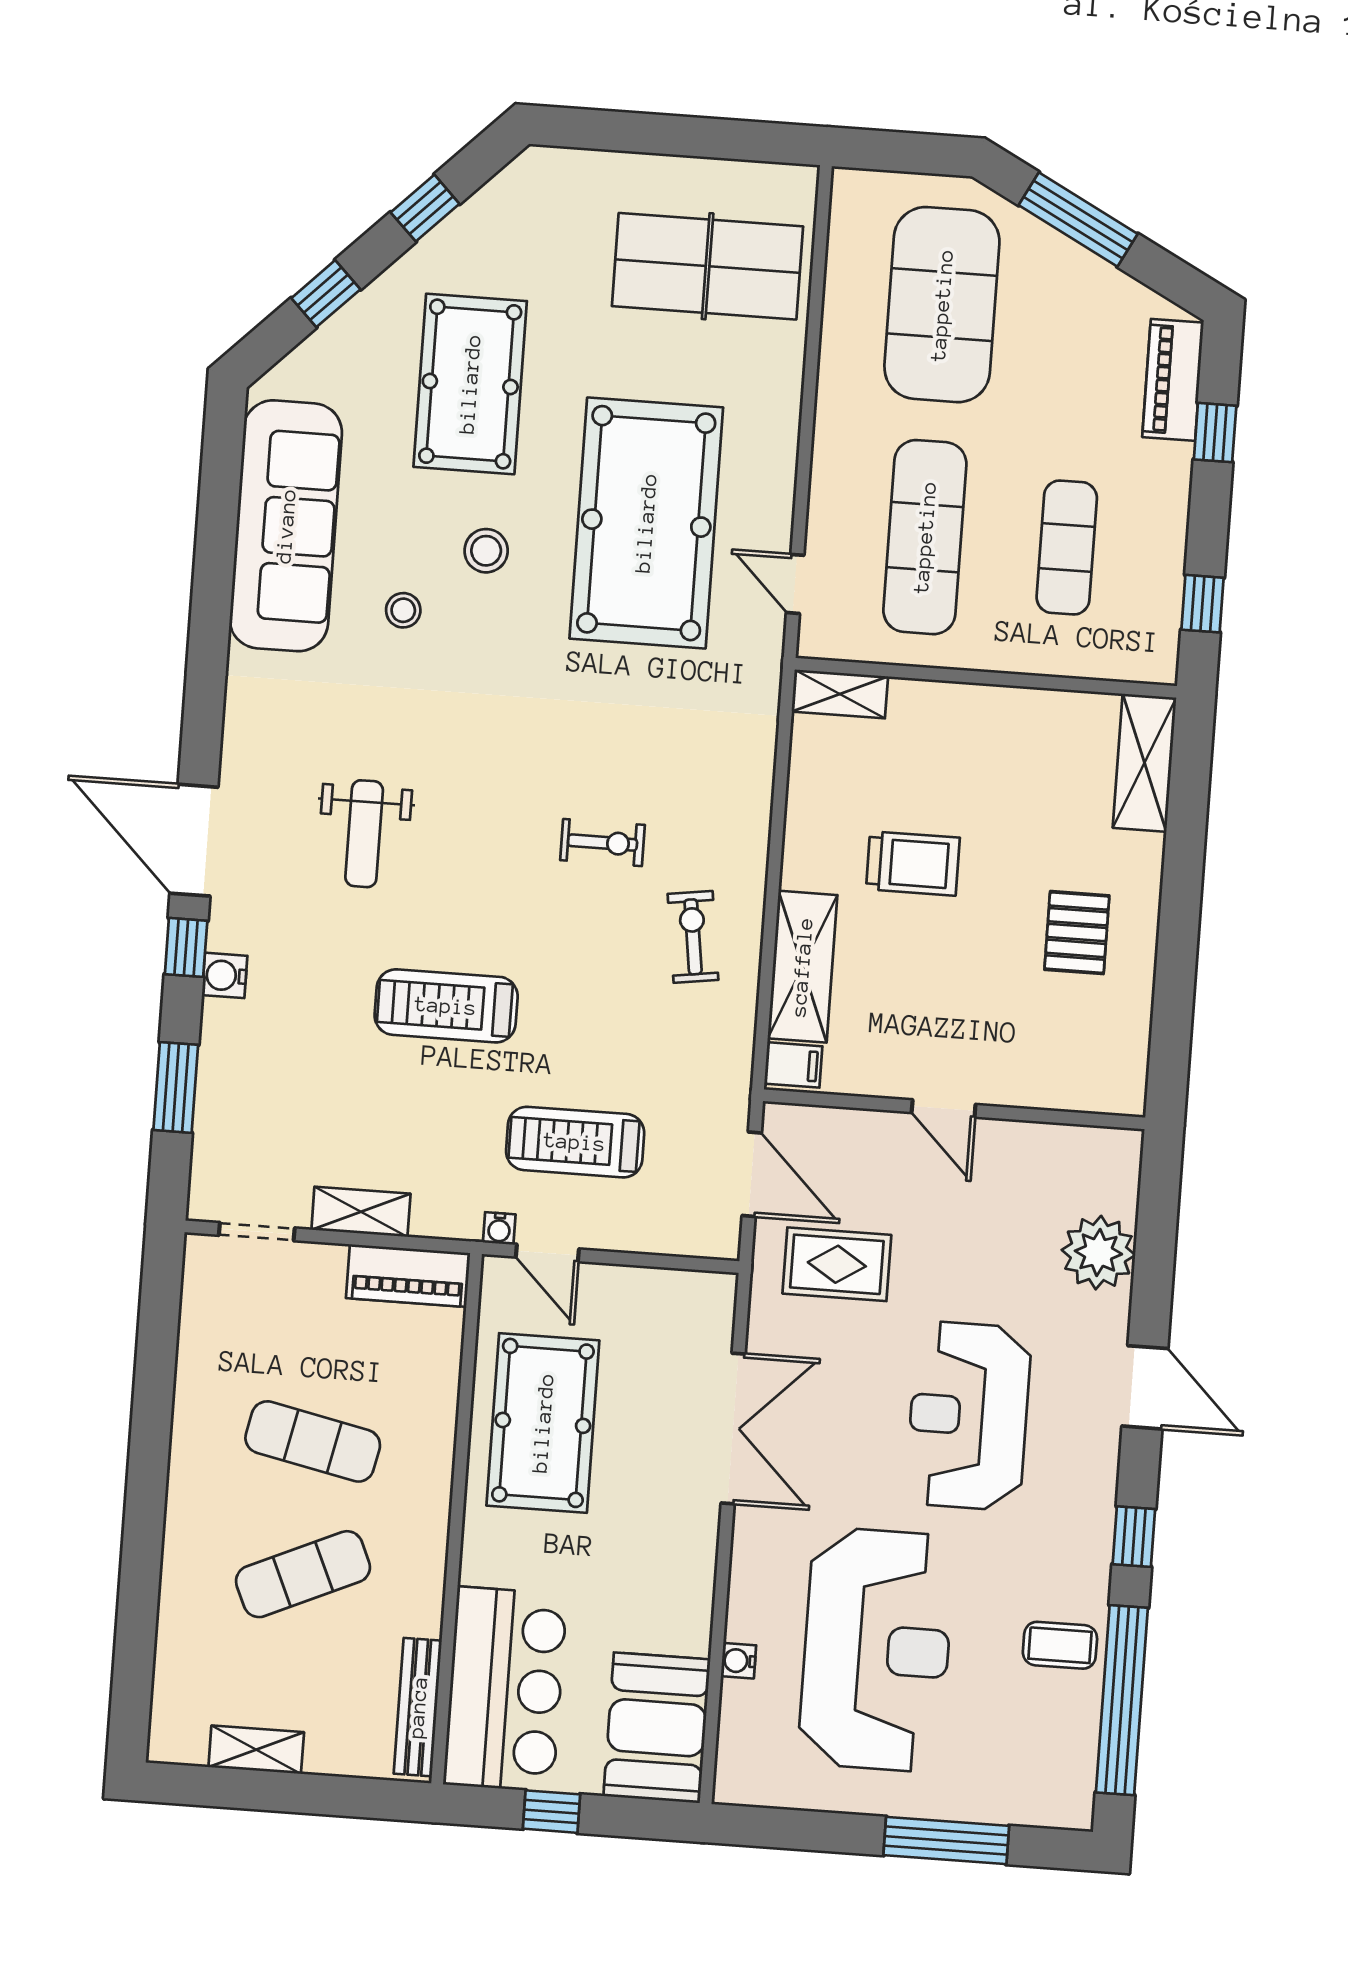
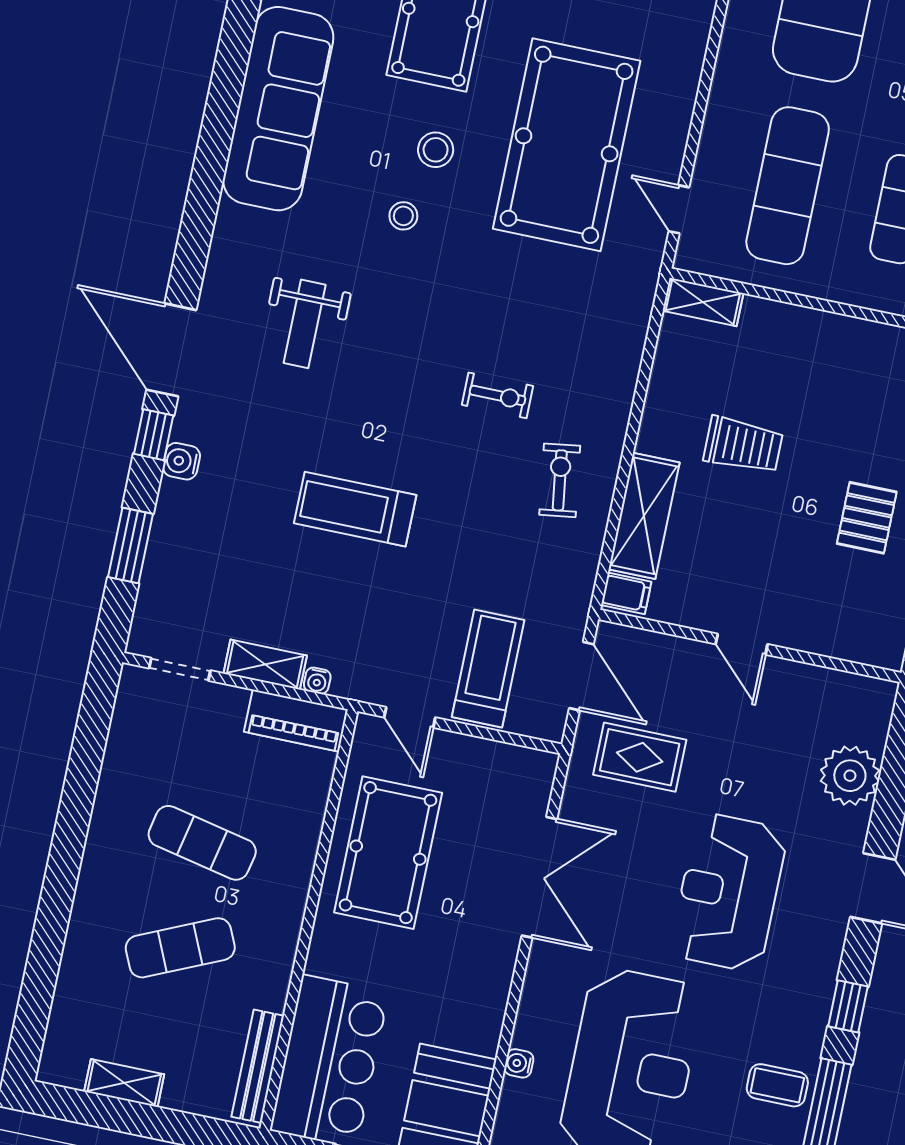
stool: (403, 610) -> (403, 216), moved
weight bench: (364, 834) -> (305, 324), moved
treadmill: (575, 1142) -> (488, 669), moved, turned 90
water cooler: (499, 1228) -> (317, 681), moved

